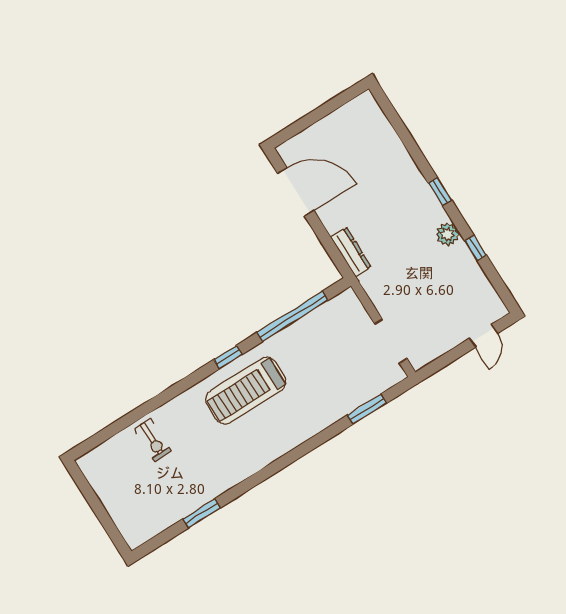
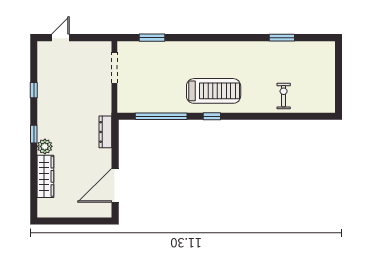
wardrobe: (391, 147) -> (45, 176), added
door: (296, 192) -> (115, 185), hinge flipped
plant: (447, 234) -> (45, 146), moved

